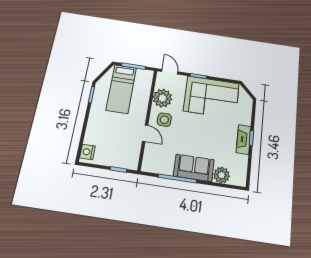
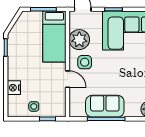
bed: (121, 89) -> (54, 36), moved
nightstand: (87, 152) -> (14, 88), moved
side table: (107, 155) -> (34, 106), added
sofa: (194, 168) -> (105, 106), moved

